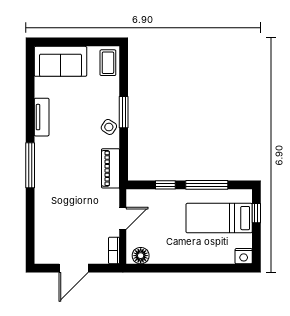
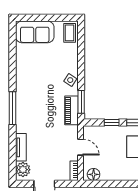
window: (124, 112) -> (81, 102), moved
tv unit: (42, 117) -> (21, 147), moved
door: (123, 218) -> (81, 147), hinge flipped
plant: (44, 249) -> (23, 170), added

